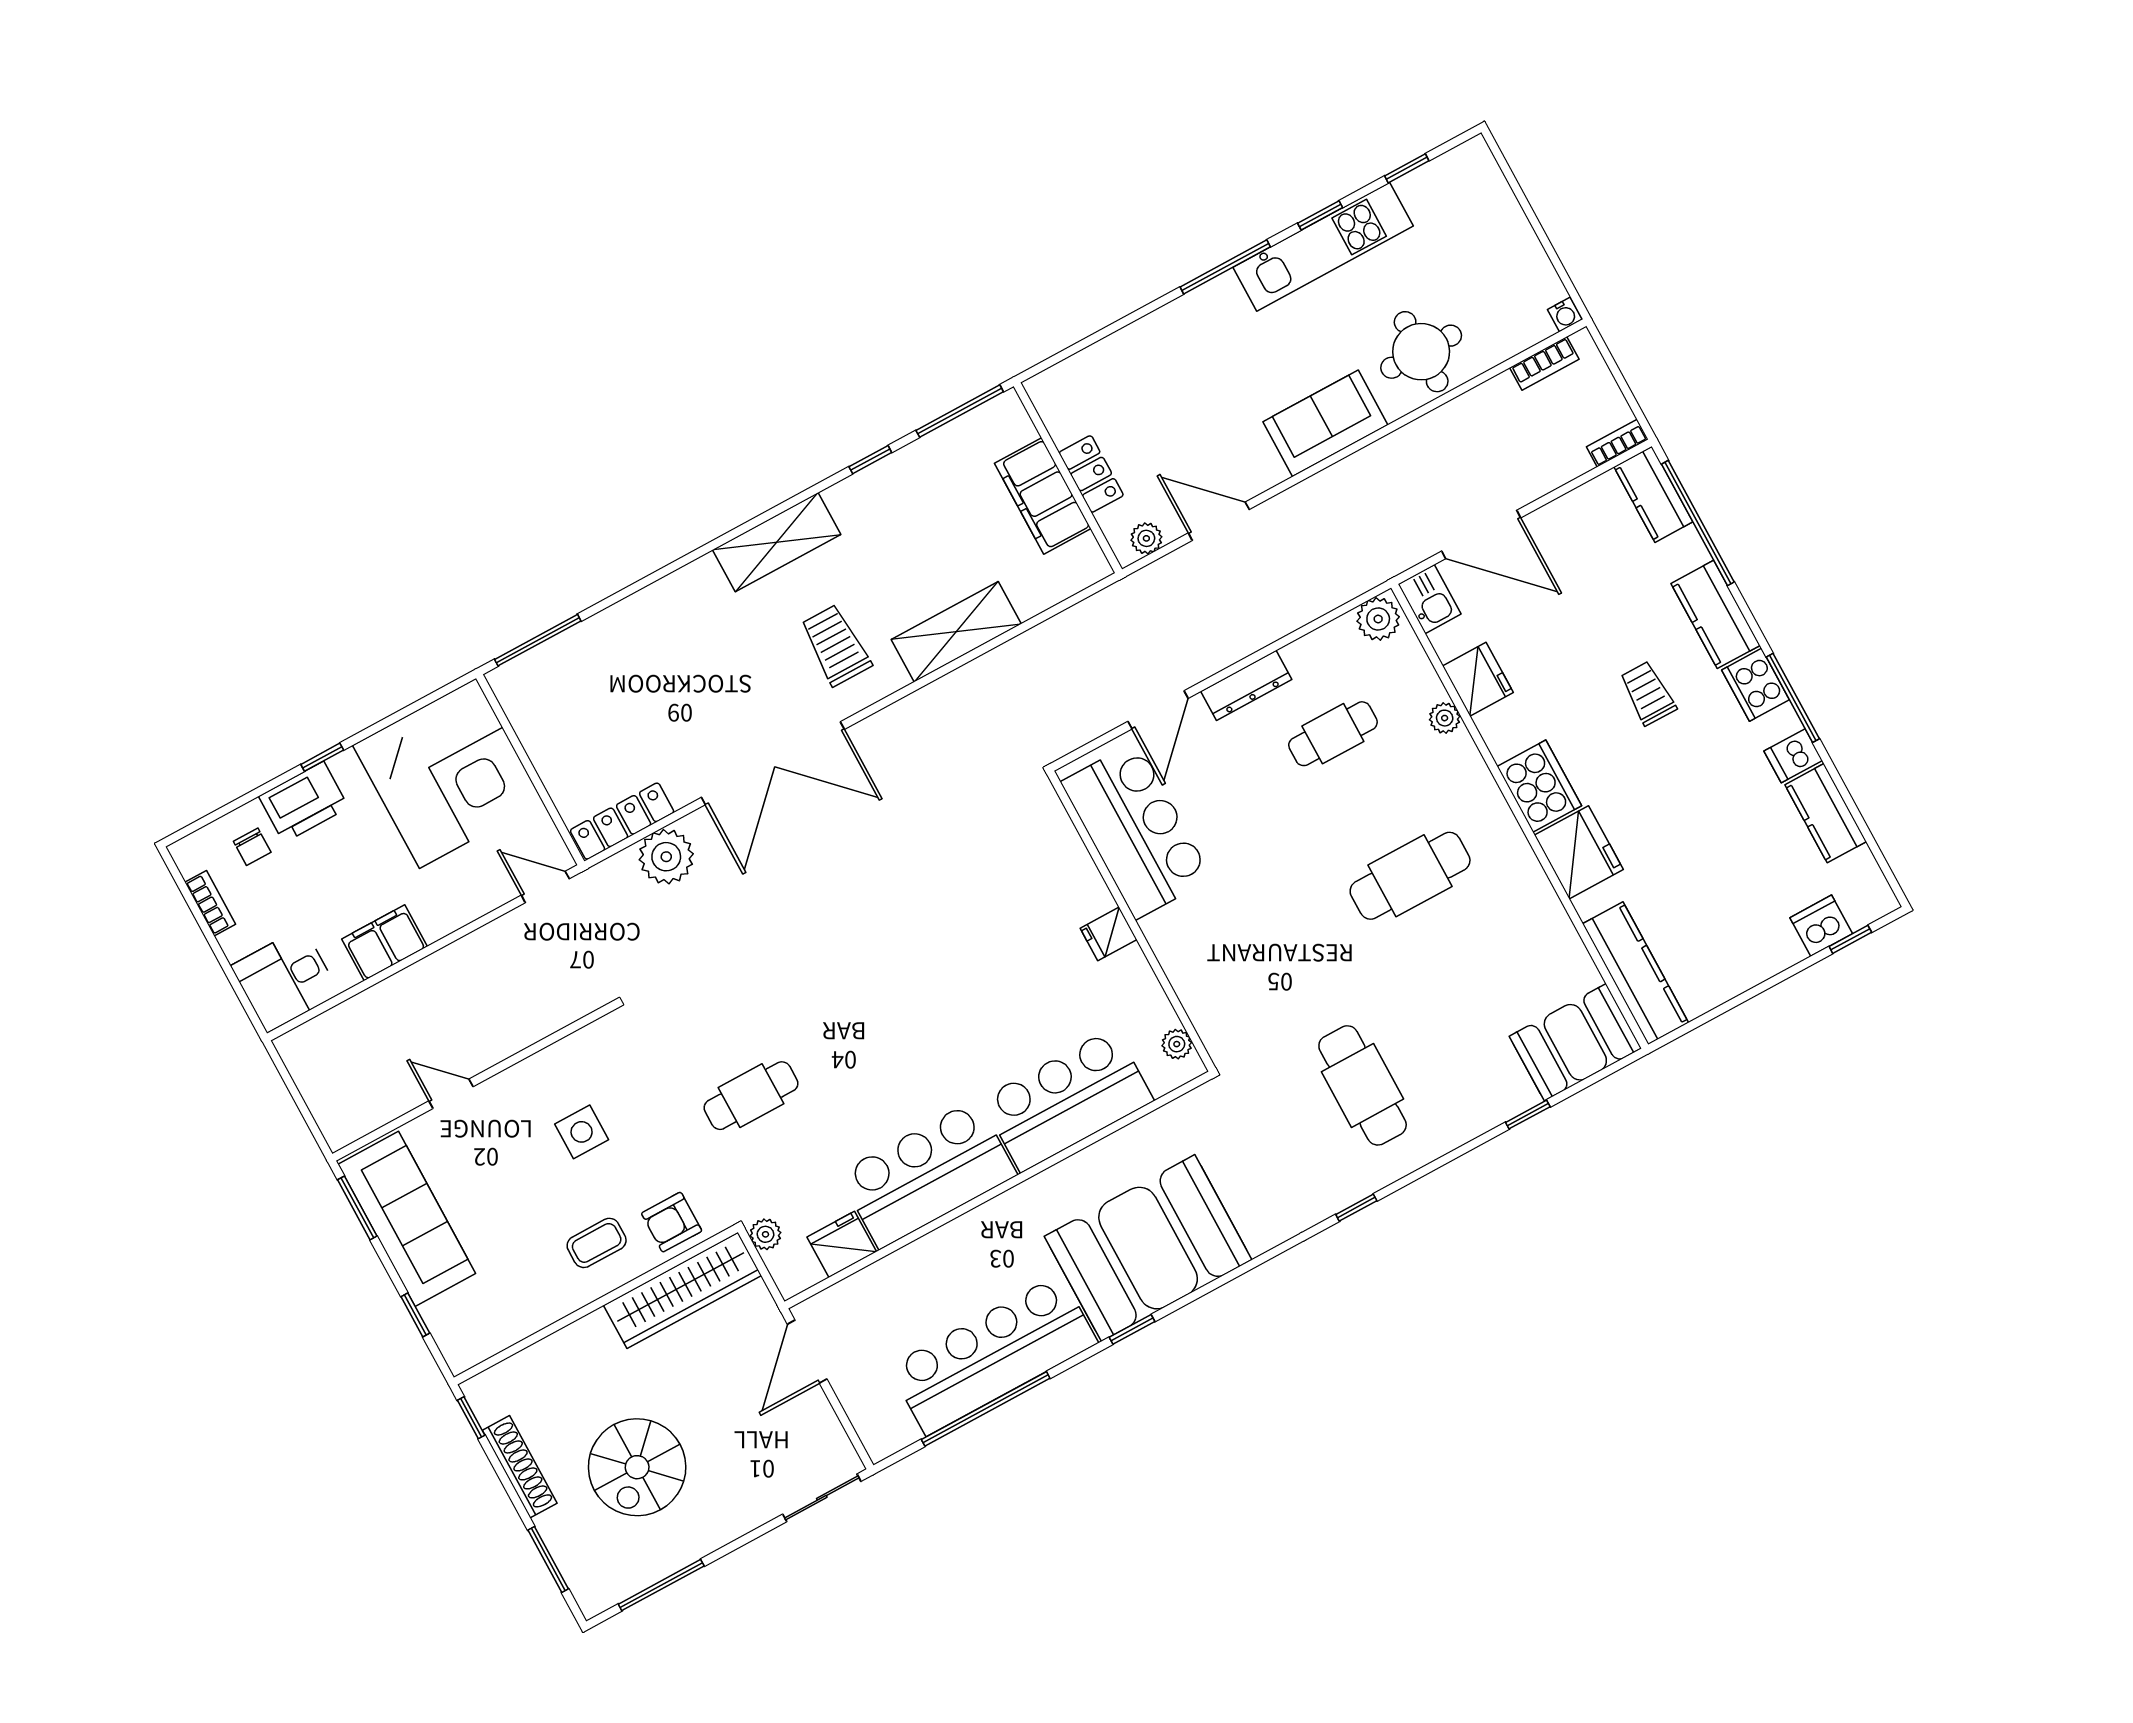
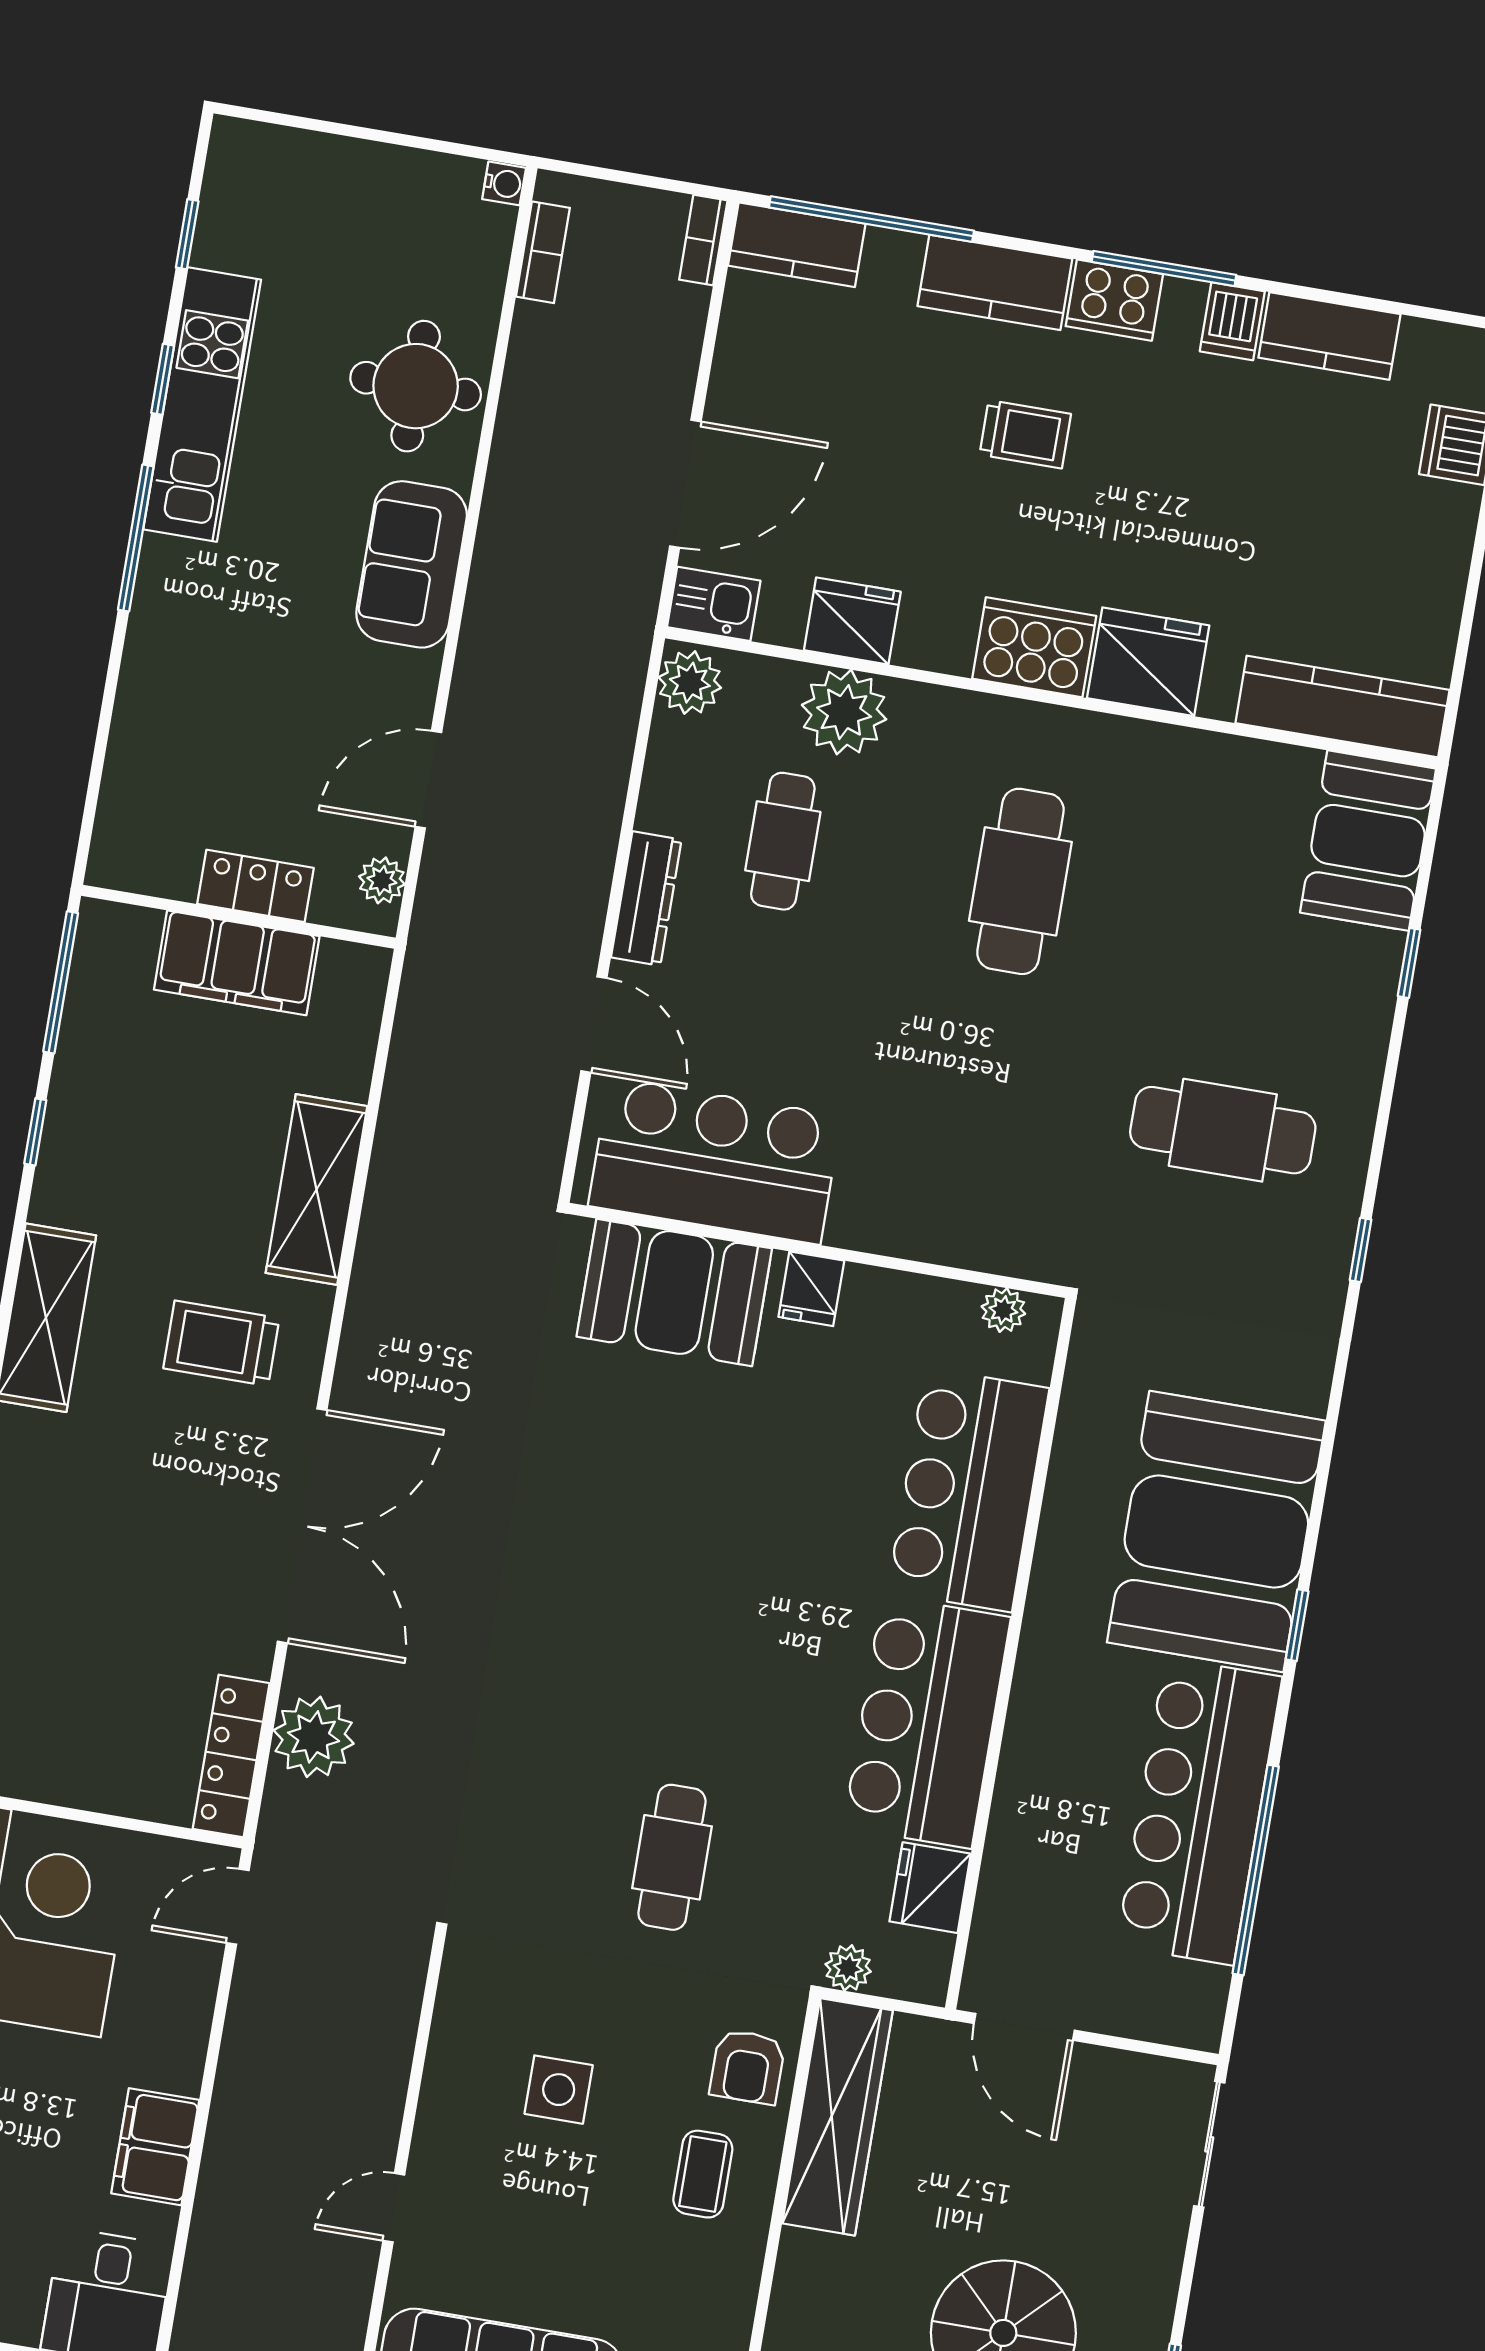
trolley: (1648, 693) -> (1025, 434), turned 180
plant: (1445, 718) -> (844, 712), width x1.87, depth x1.87
booth: (1050, 863) -> (674, 1293), added

